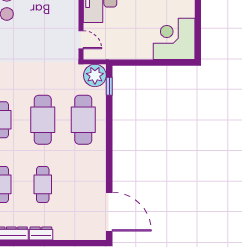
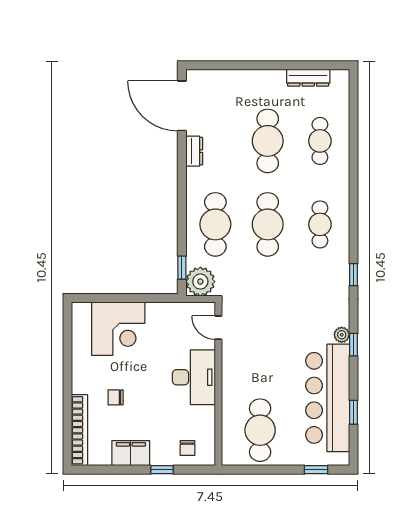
corner desk: (174, 39) -> (118, 329), moved
cafe table: (43, 184) -> (268, 141), width x1.37, depth x1.35
dresser: (41, 233) -> (194, 151), moved, turned -90

